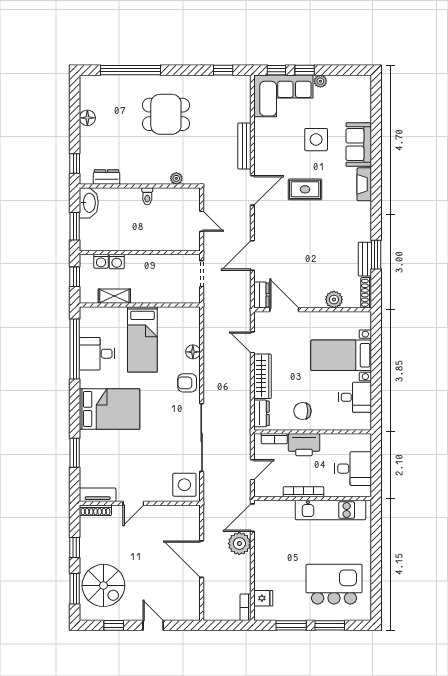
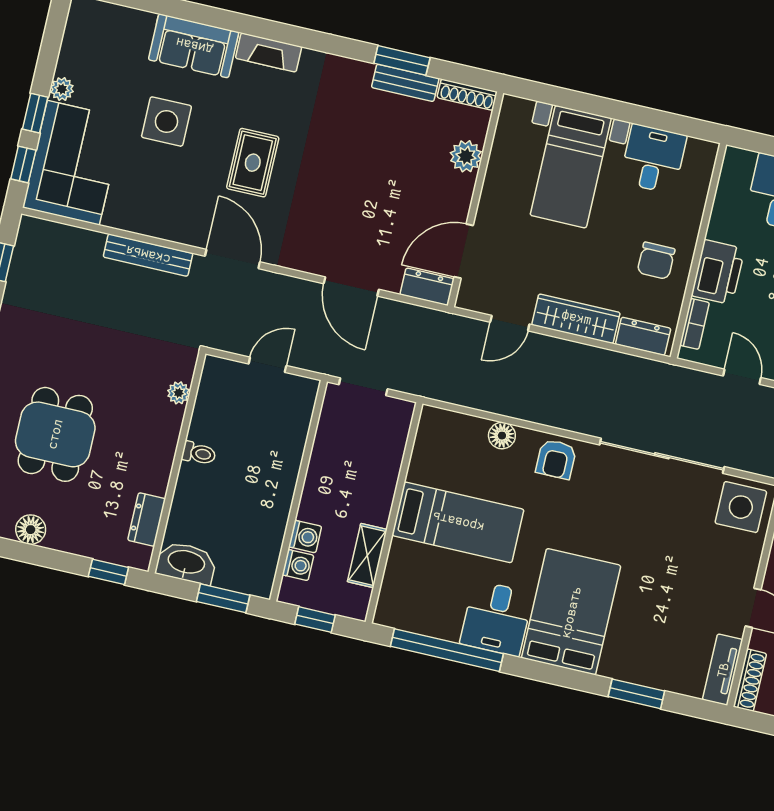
dining table: (166, 114) -> (55, 434), moved
desk: (97, 354) -> (496, 618), moved

